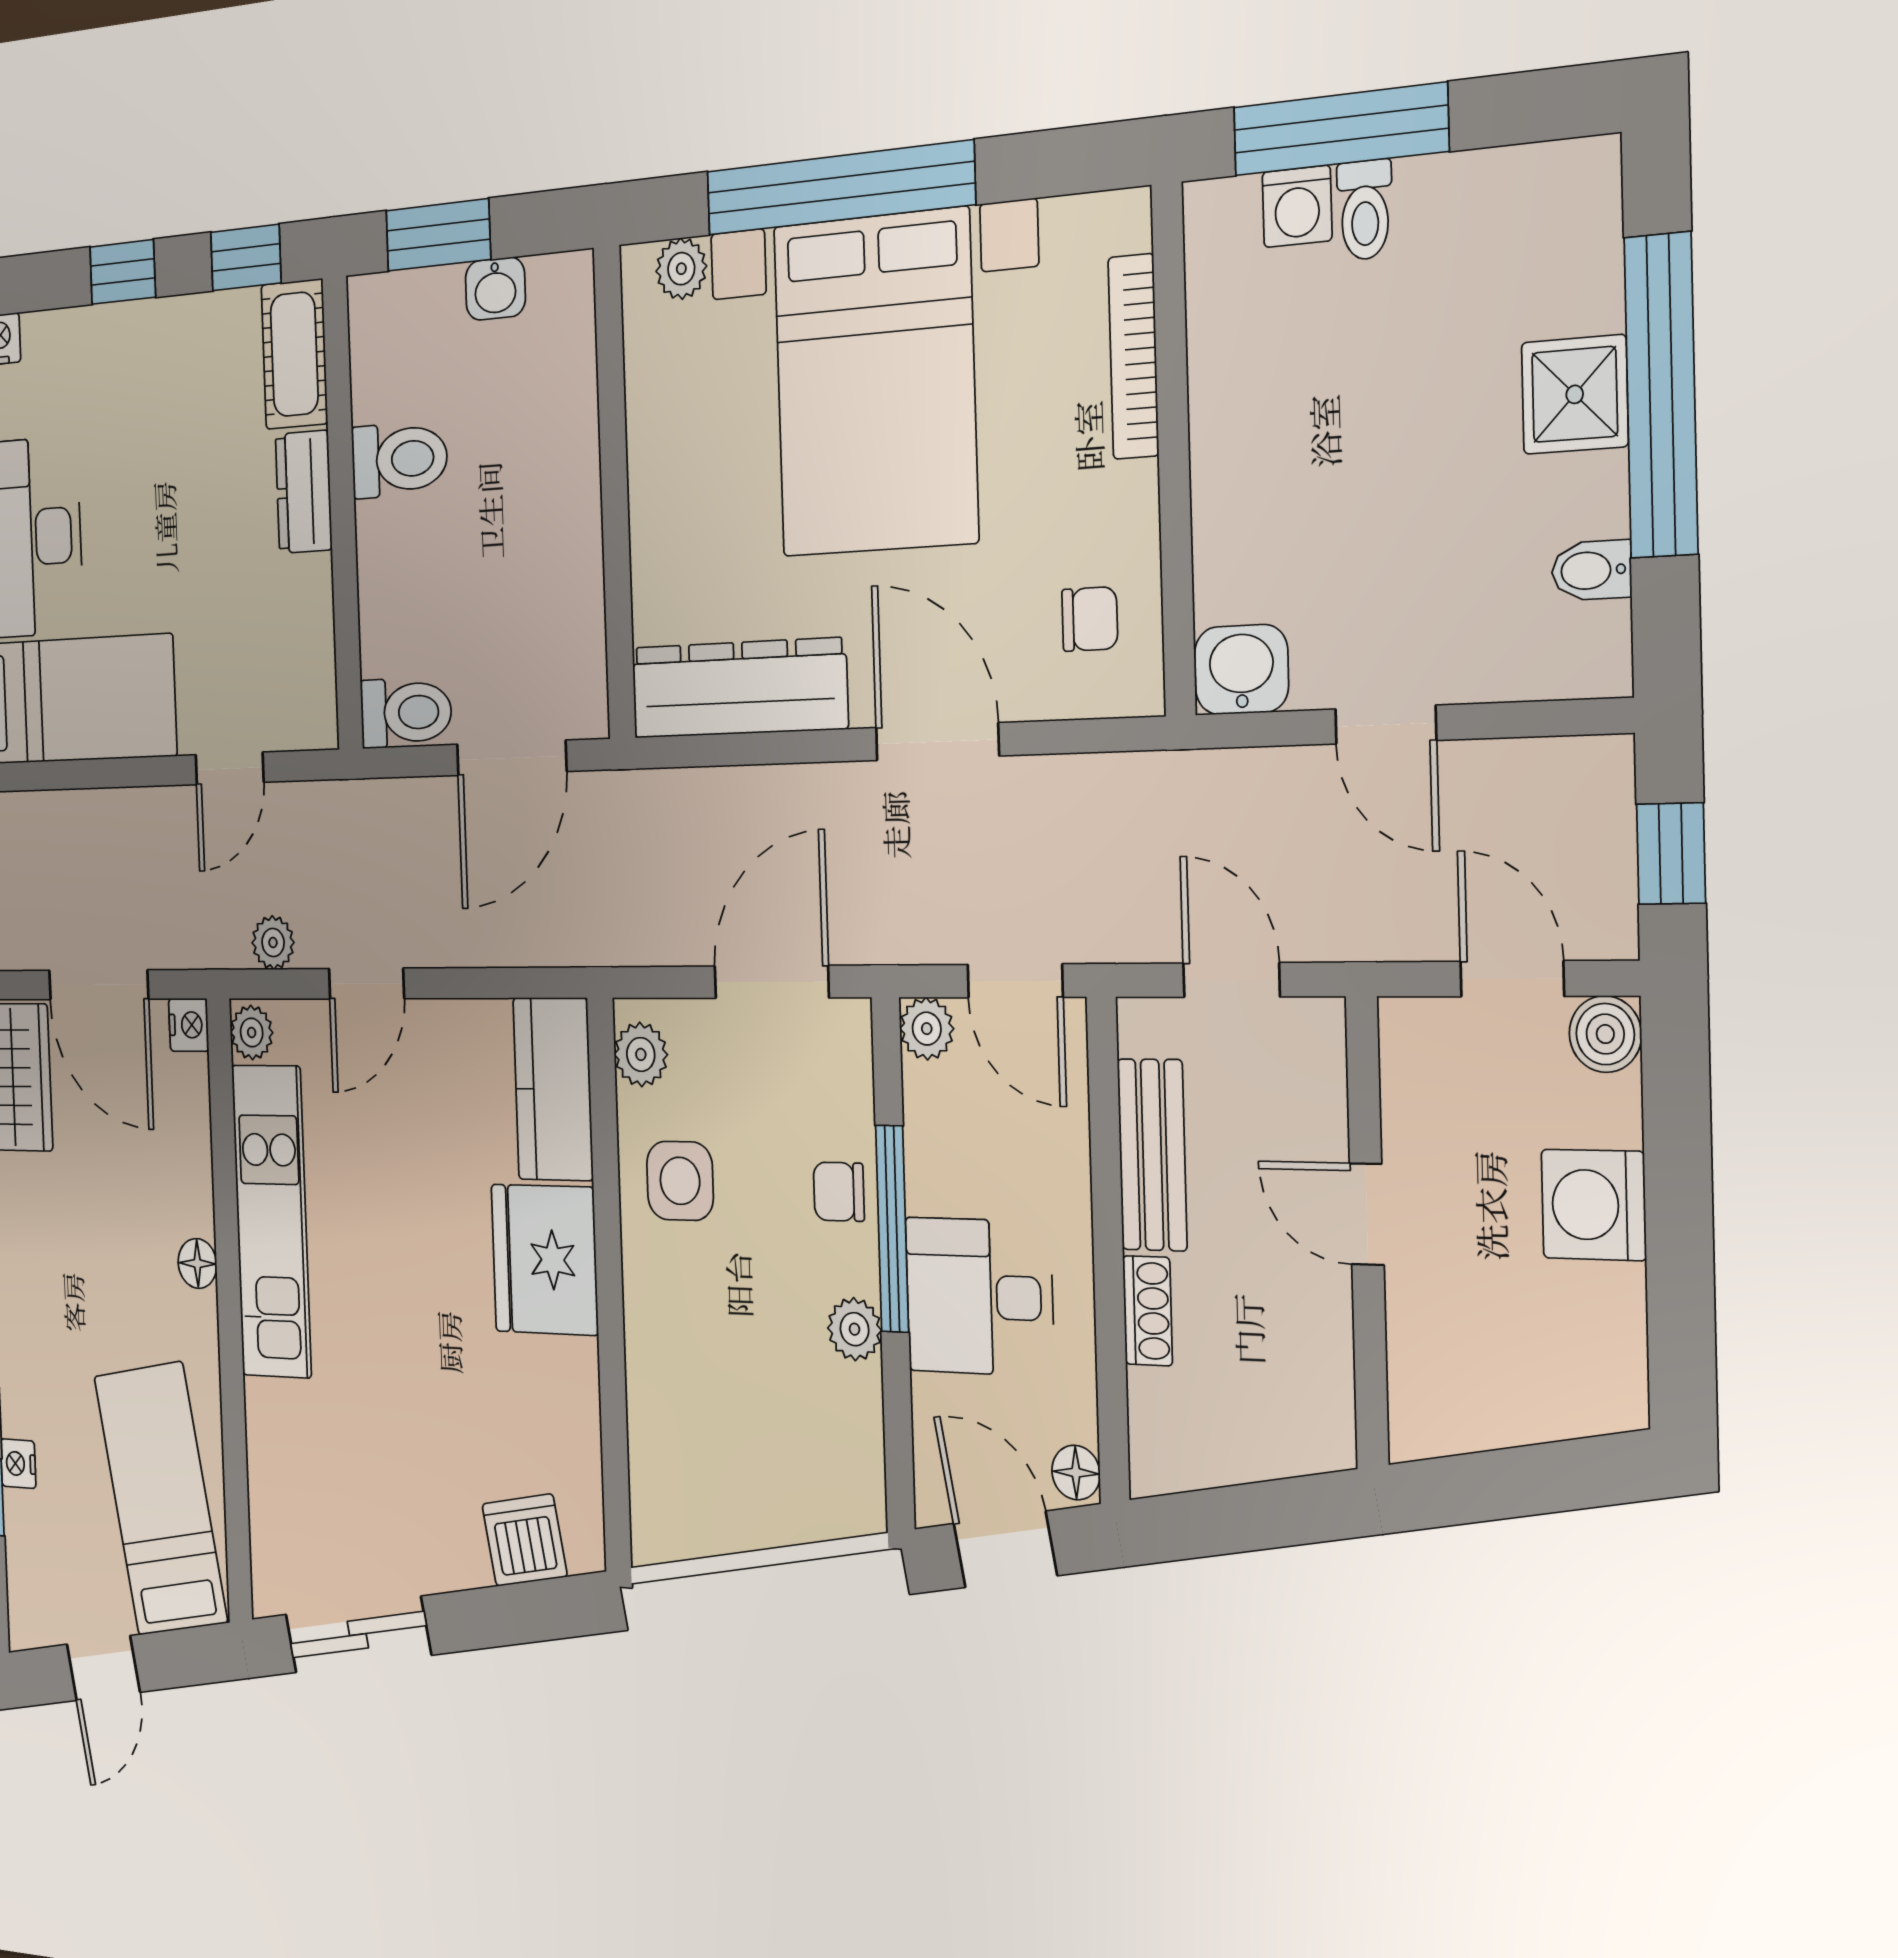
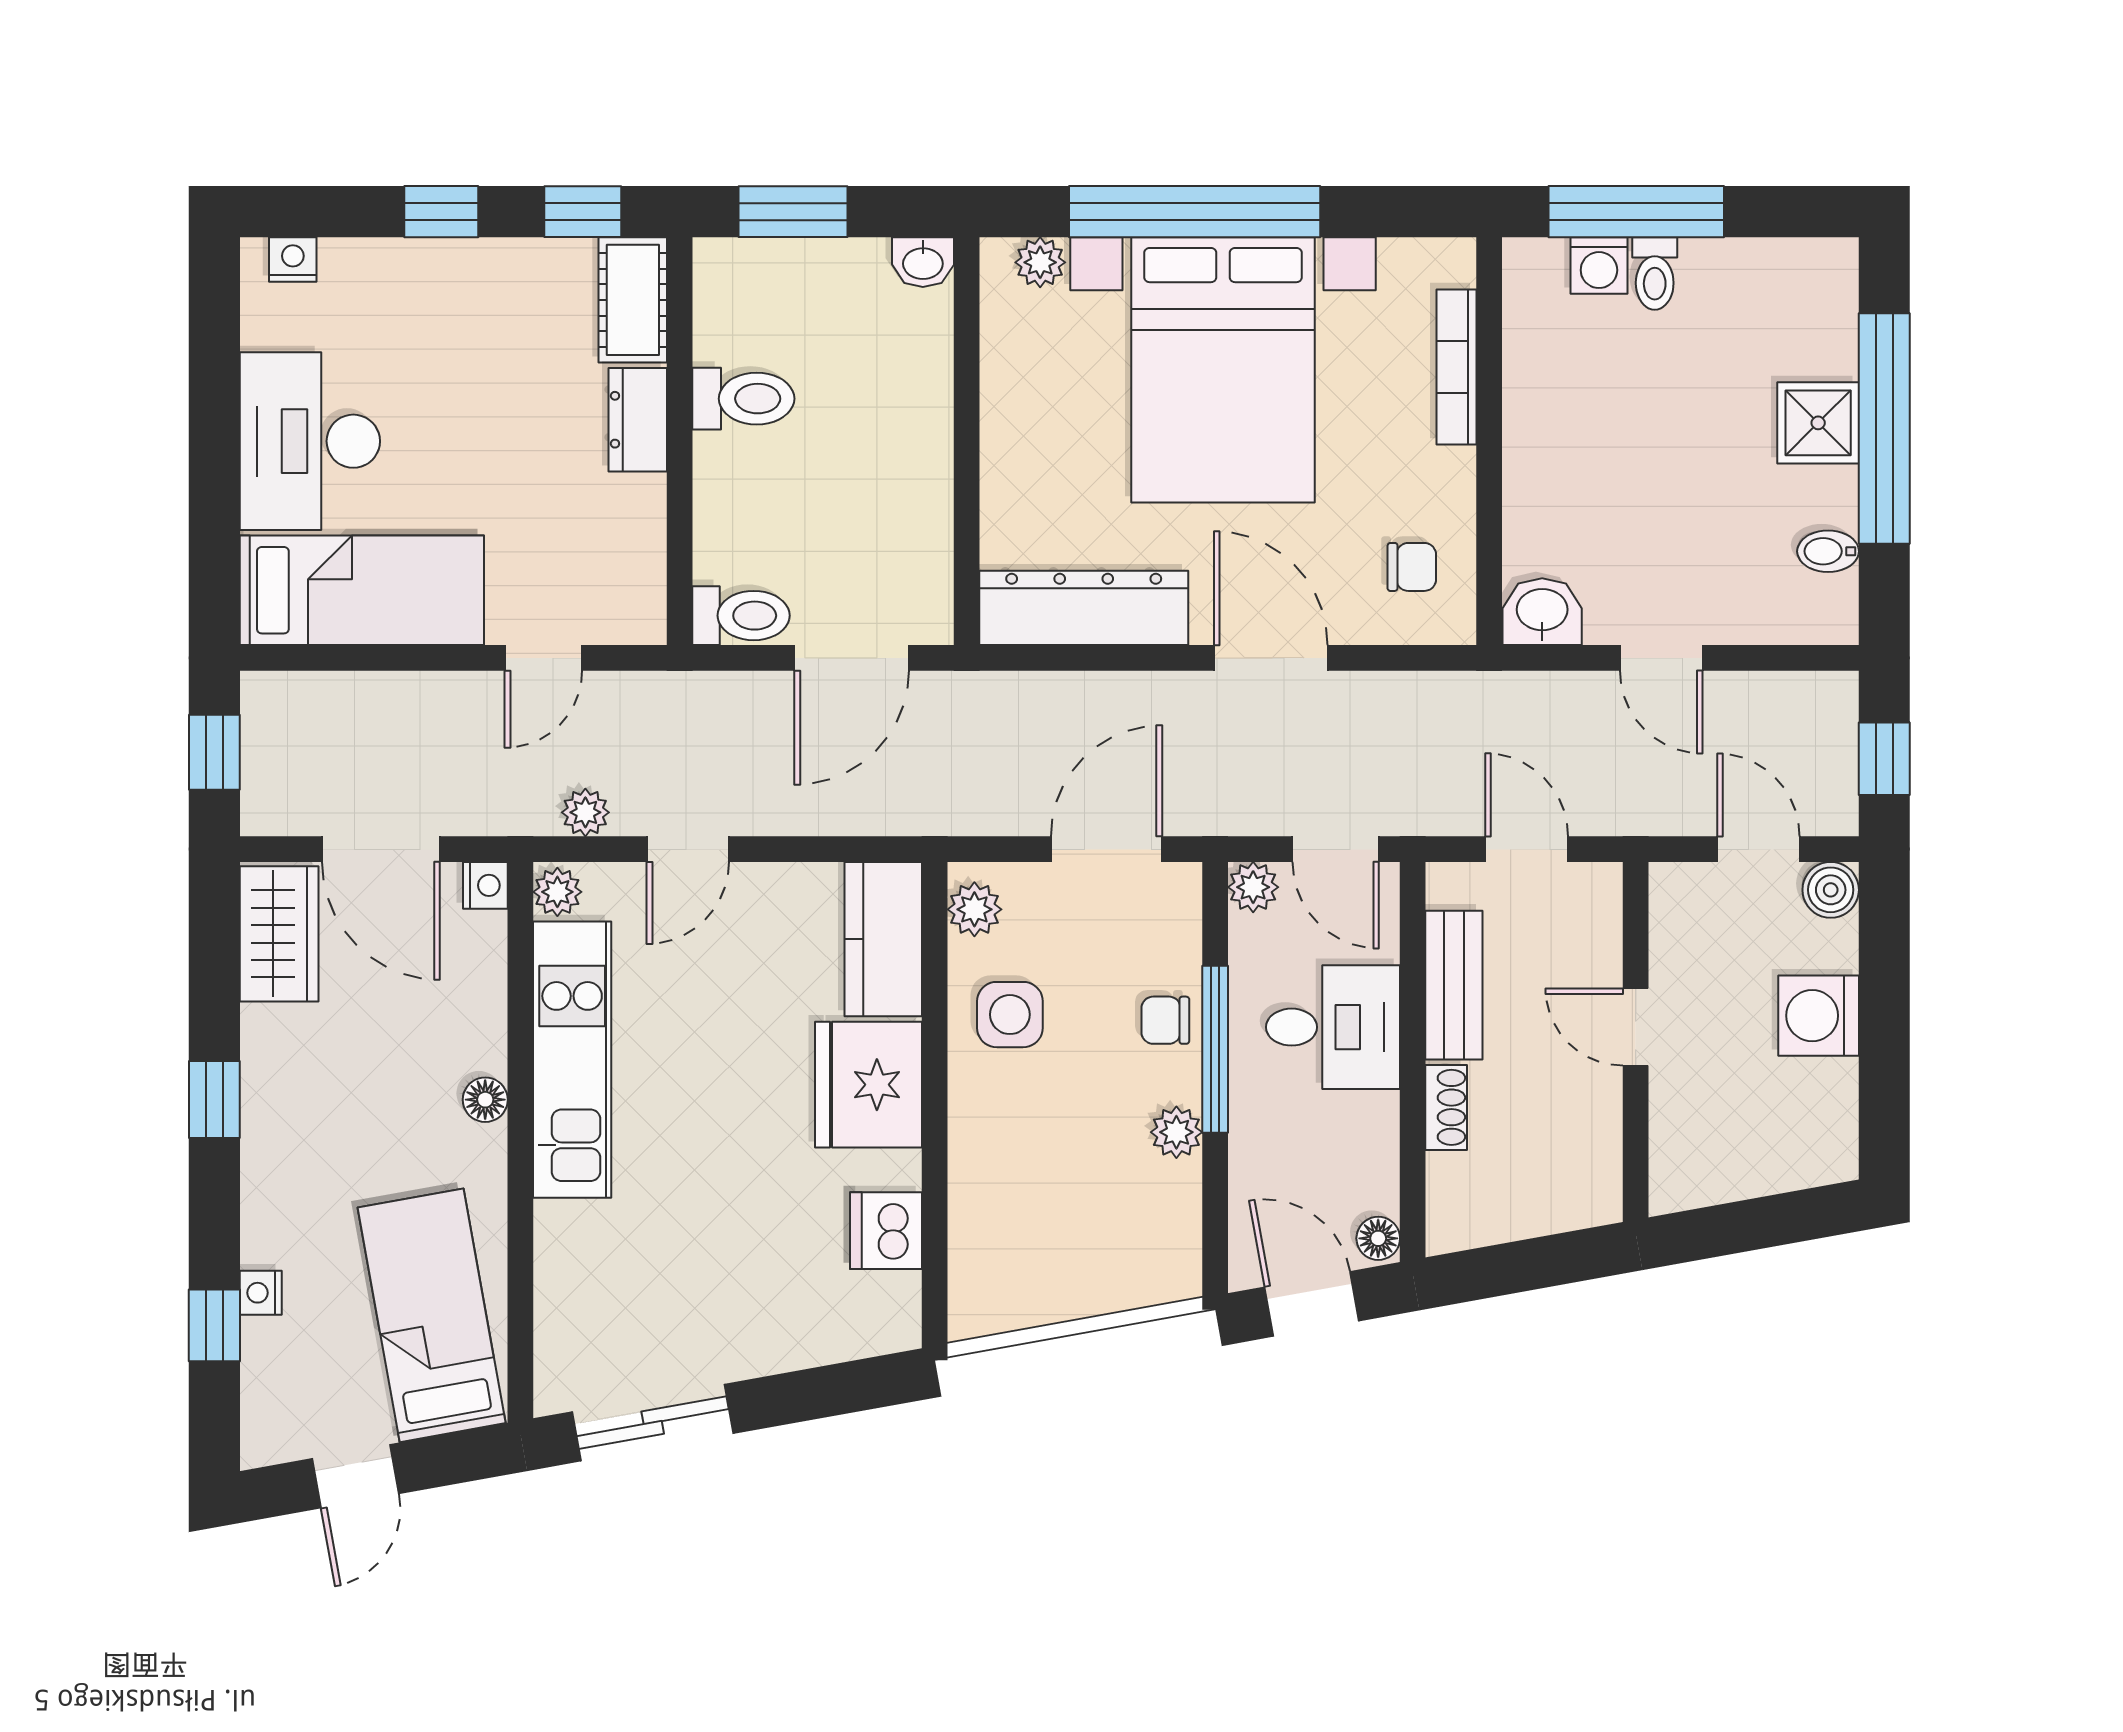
washbasin: (495, 289) -> (923, 262), moved
desk: (979, 1297) -> (1333, 1027), moved, turned 180
dishwasher: (525, 1540) -> (886, 1231), moved, turned -80

